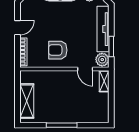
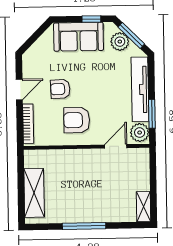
armchair: (47, 28) -> (60, 89), added
door: (85, 69) -> (116, 146), swing flipped
shelving: (104, 81) -> (144, 207), moved

